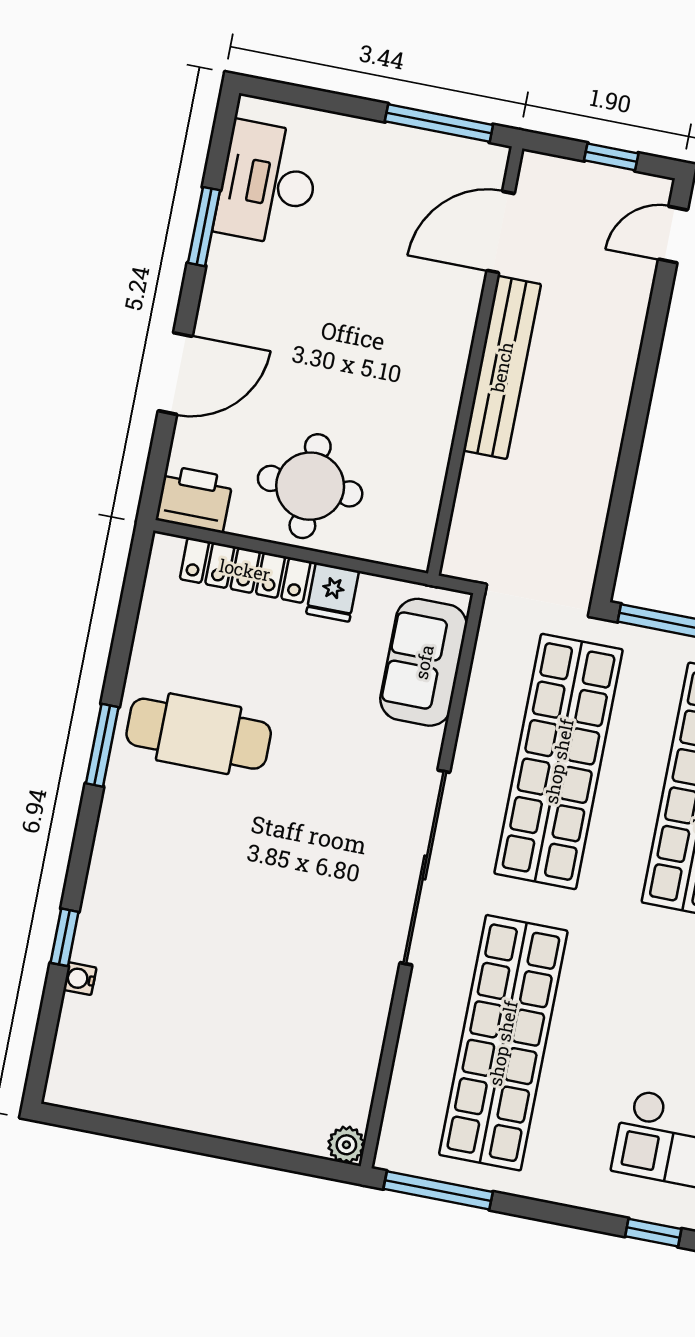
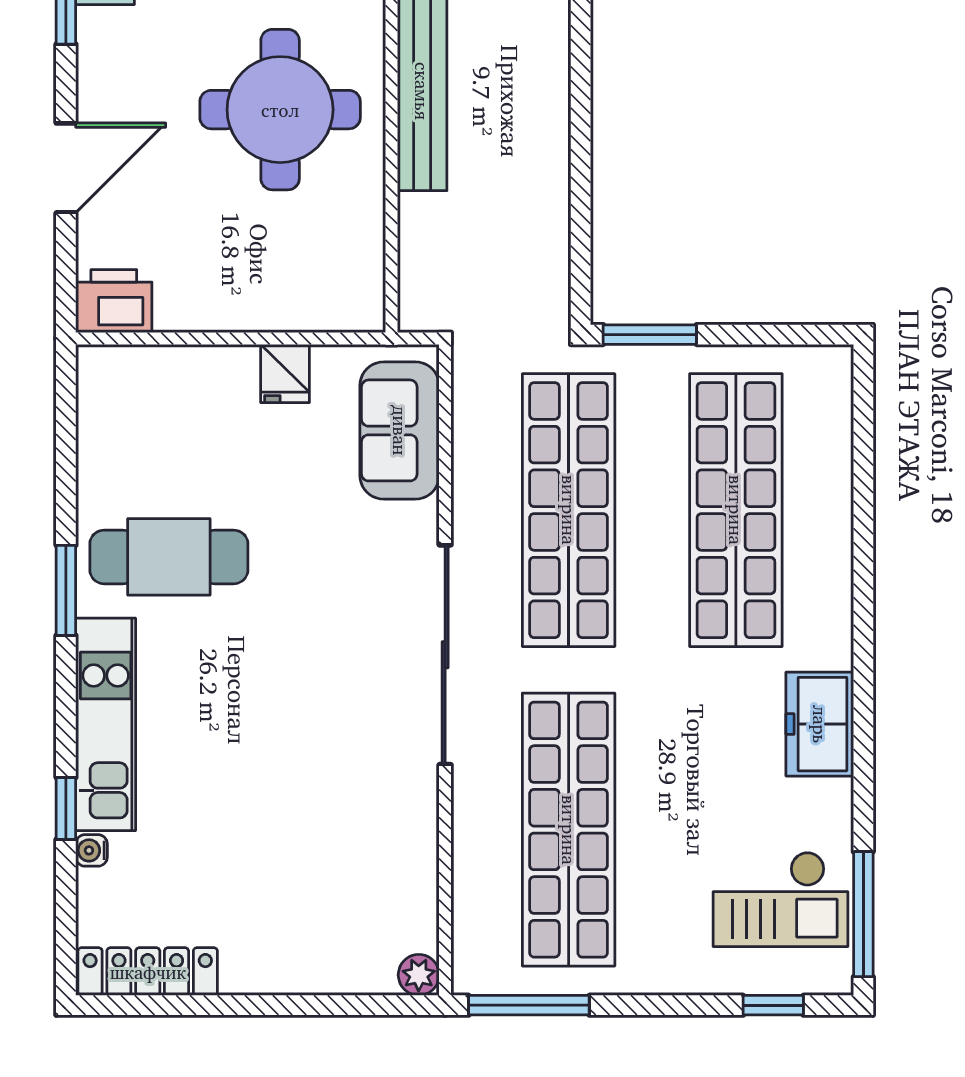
round table: (310, 486) -> (280, 110), moved, width x1.36, depth x1.36
locker: (245, 570) -> (148, 972), moved, turned 180
kitchen unit: (114, 870) -> (106, 724), added

